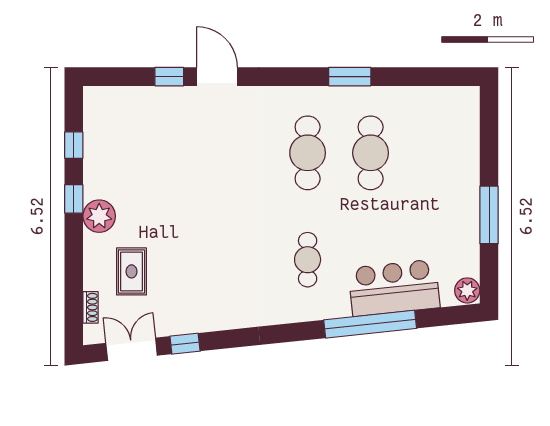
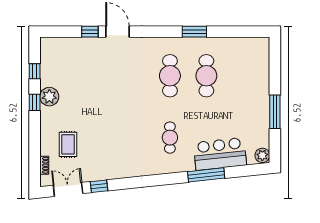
plant: (99, 216) -> (49, 97), moved
window: (370, 324) -> (206, 175), width x0.68

